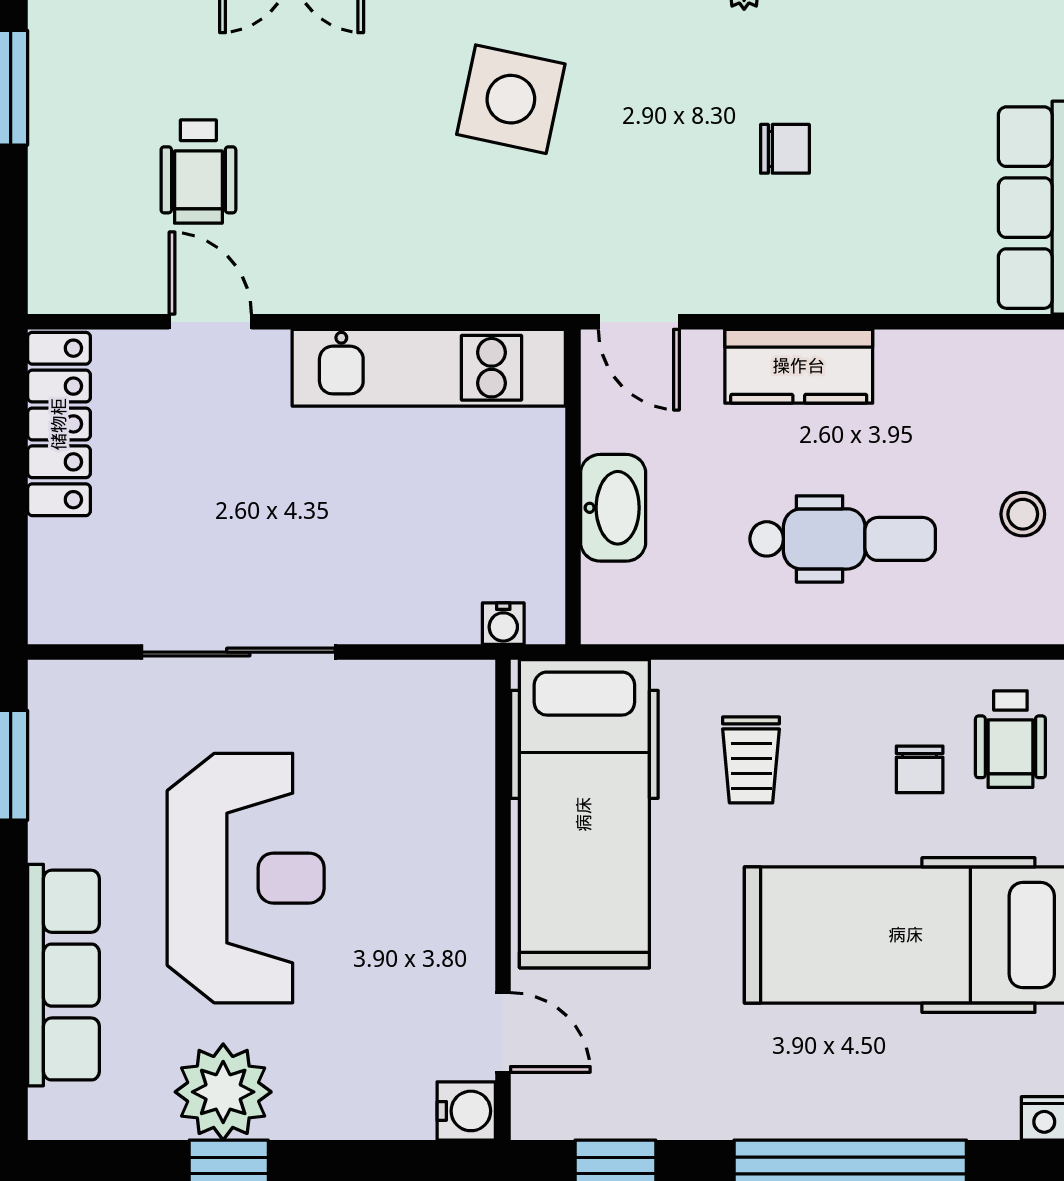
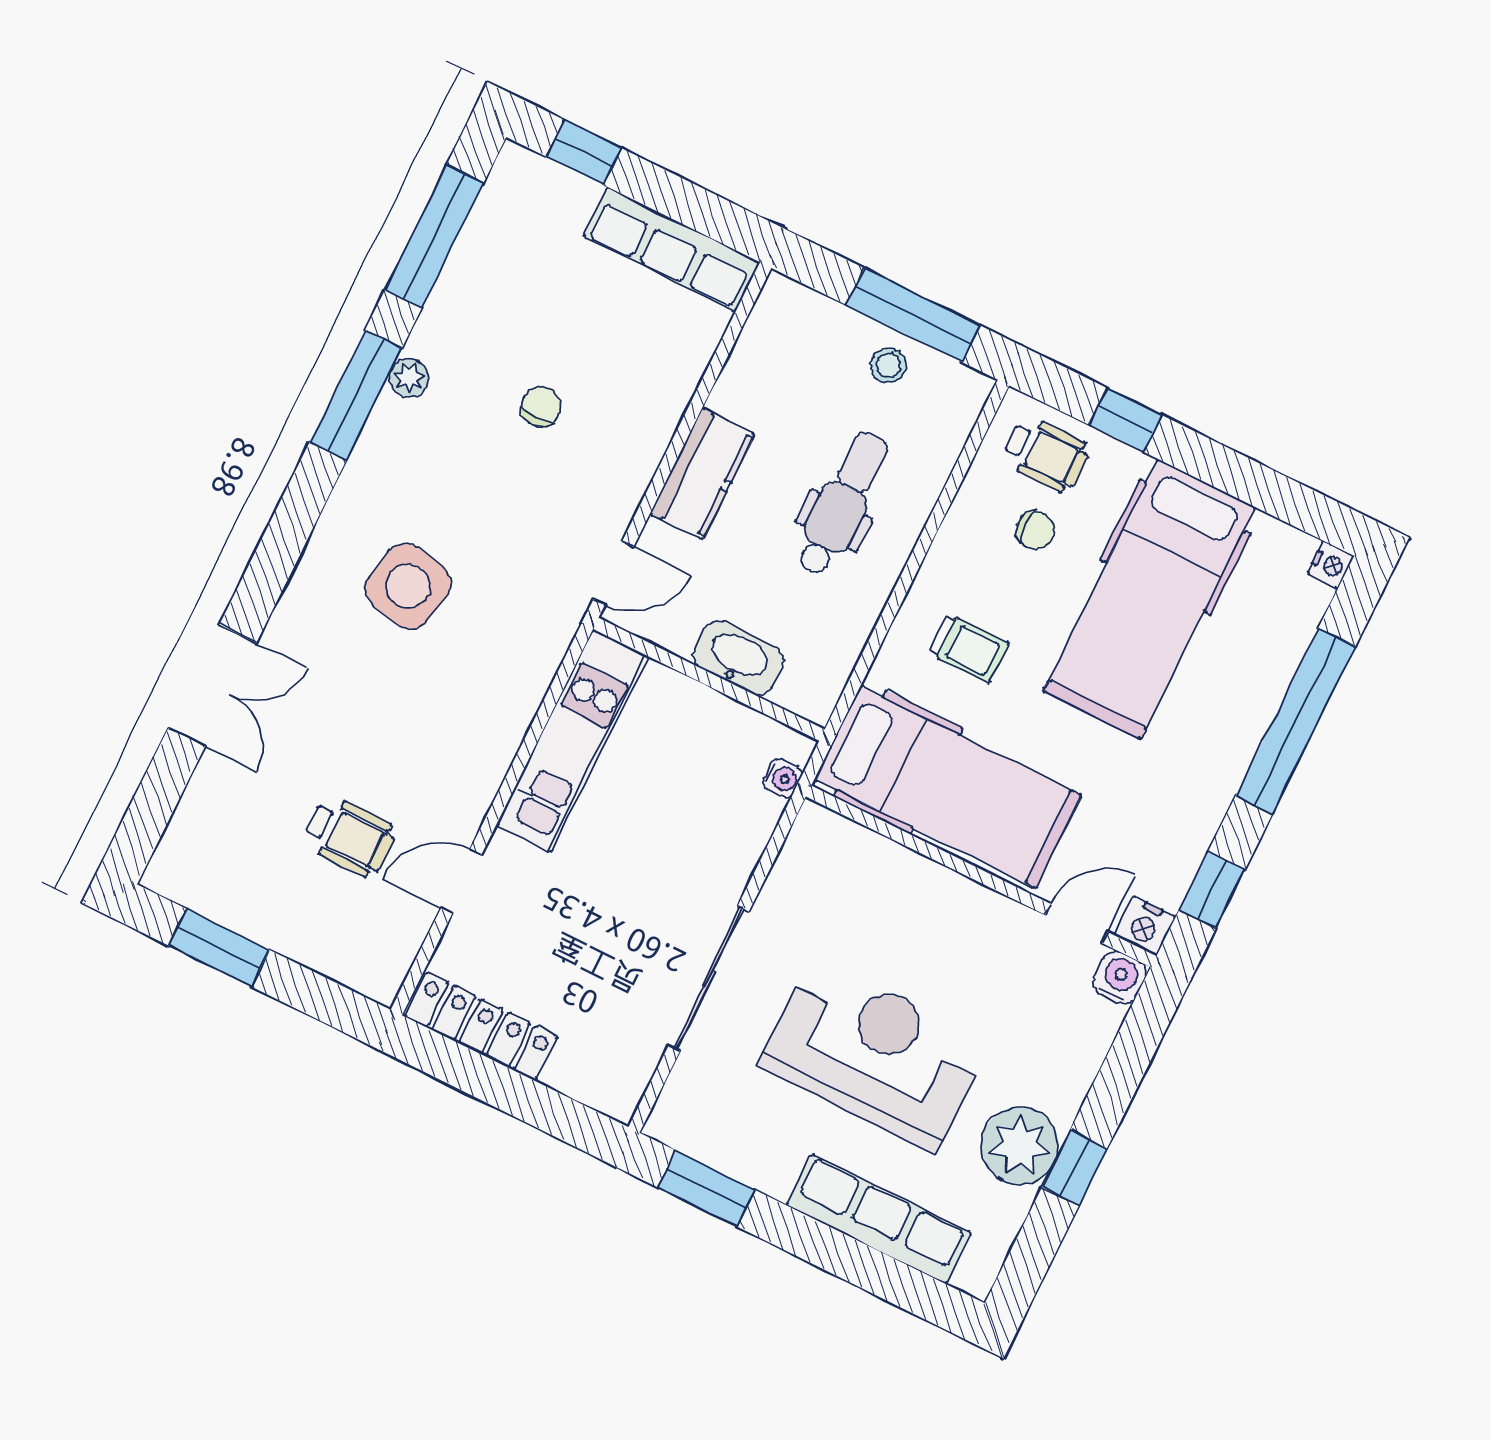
nightstand: (538, 1110) -> (1145, 926), added

